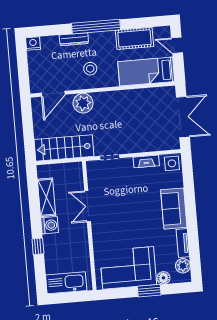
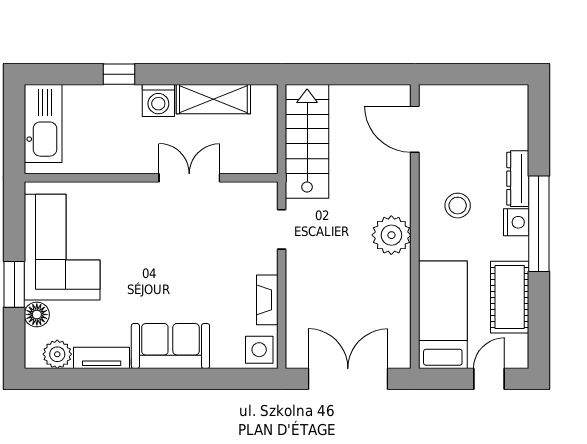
nightstand: (33, 43) -> (516, 222), moved
plant: (83, 103) -> (391, 235), moved
double door: (183, 117) -> (348, 379), swing flipped

